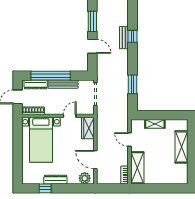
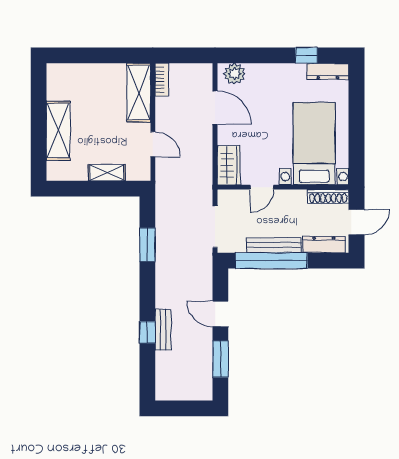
window: (51, 76) -> (271, 261), moved
dresser: (55, 180) -> (328, 71), moved

